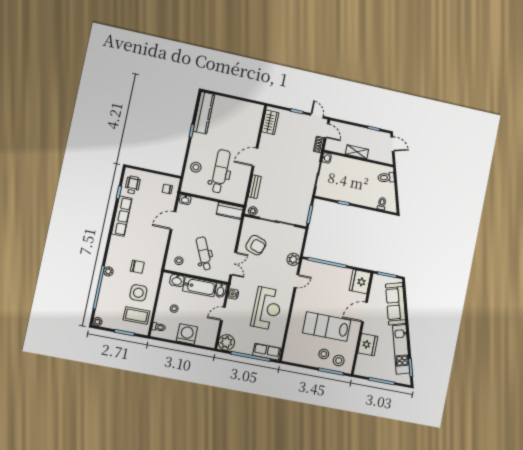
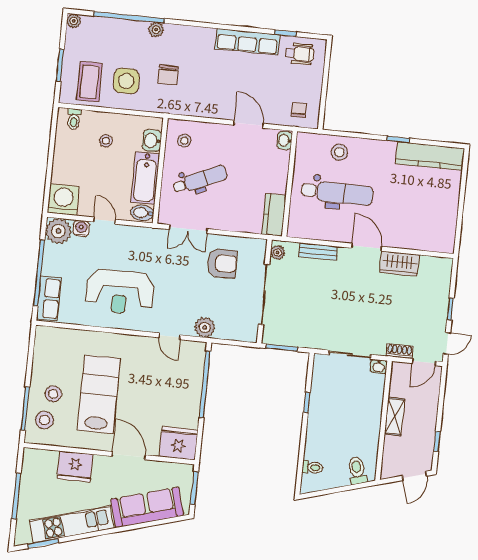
wardrobe: (270, 122) -> (399, 264), moved
armchair: (256, 245) -> (222, 263), turned -109
water cooler: (233, 294) -> (81, 228), moved
washing machine: (187, 334) -> (63, 200), moved, turned -90

